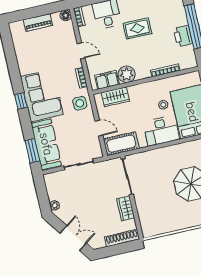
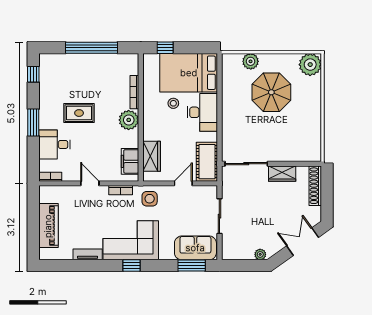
floor lamp: (66, 15) -> (45, 192), removed
piano: (38, 23) -> (48, 226), width x1.37, depth x1.33
rug: (137, 28) -> (79, 113), turned 90
printer: (183, 36) -> (100, 63), removed
door: (81, 51) -> (90, 183), hinge flipped
tv unit: (22, 62) -> (88, 254), added
plant: (127, 74) -> (129, 120), moved
sofa: (46, 144) -> (195, 248), width x0.73

